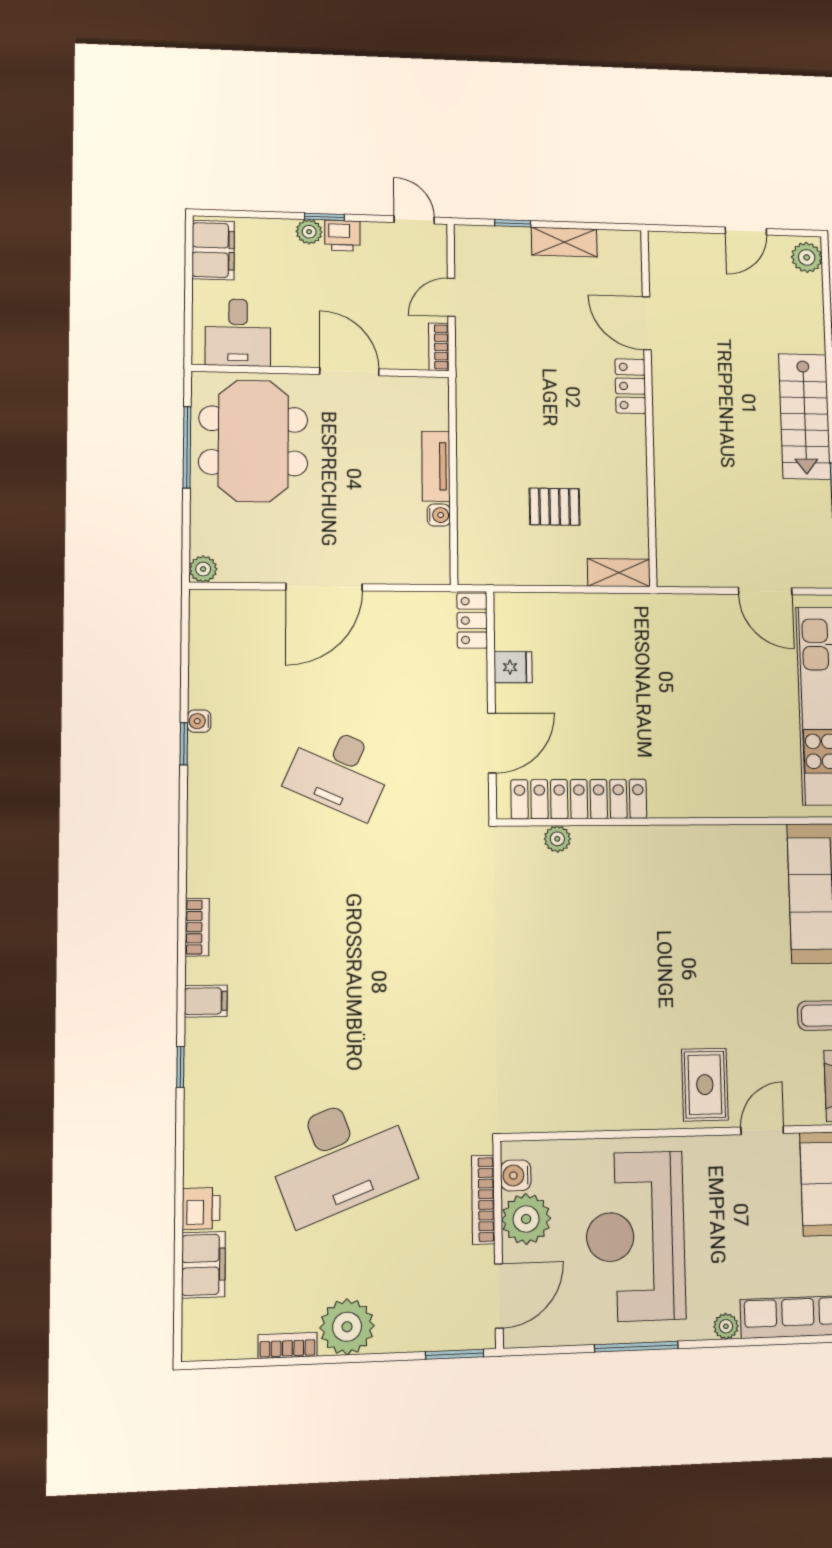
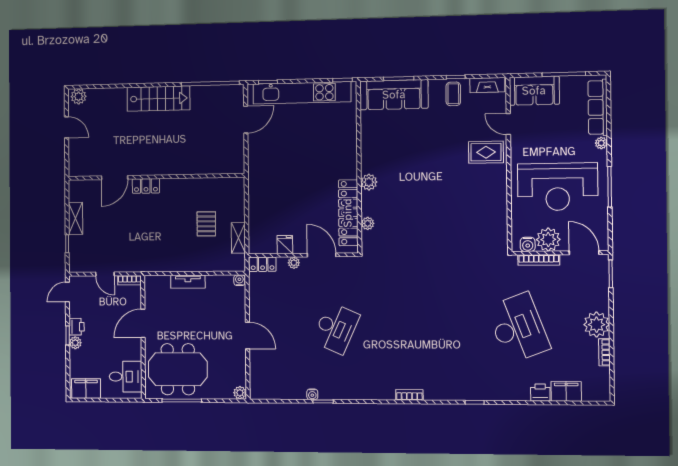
water cooler: (439, 515) -> (239, 280), moved
shelving: (619, 573) -> (238, 238), moved
door: (324, 587) -> (247, 335), width x0.73
plant: (476, 685) -> (294, 263), added
plant: (642, 842) -> (369, 182), added
filing cabinet: (206, 1001) -> (444, 391), removed

